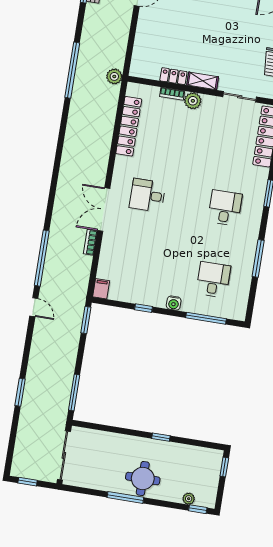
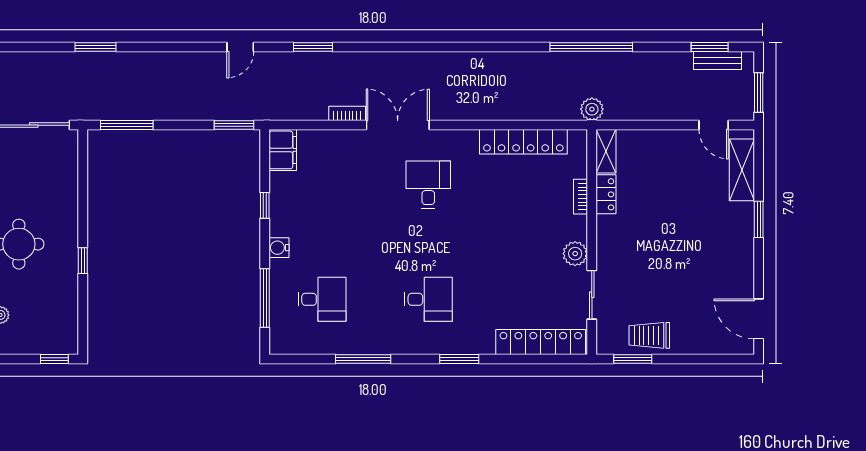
shelving: (203, 81) -> (606, 151), moved
plant: (193, 101) -> (575, 254), moved
window: (42, 258) -> (313, 47), width x0.47
filing cabinet: (101, 289) -> (283, 150), width x2.00
window: (20, 392) -> (95, 47), moved

